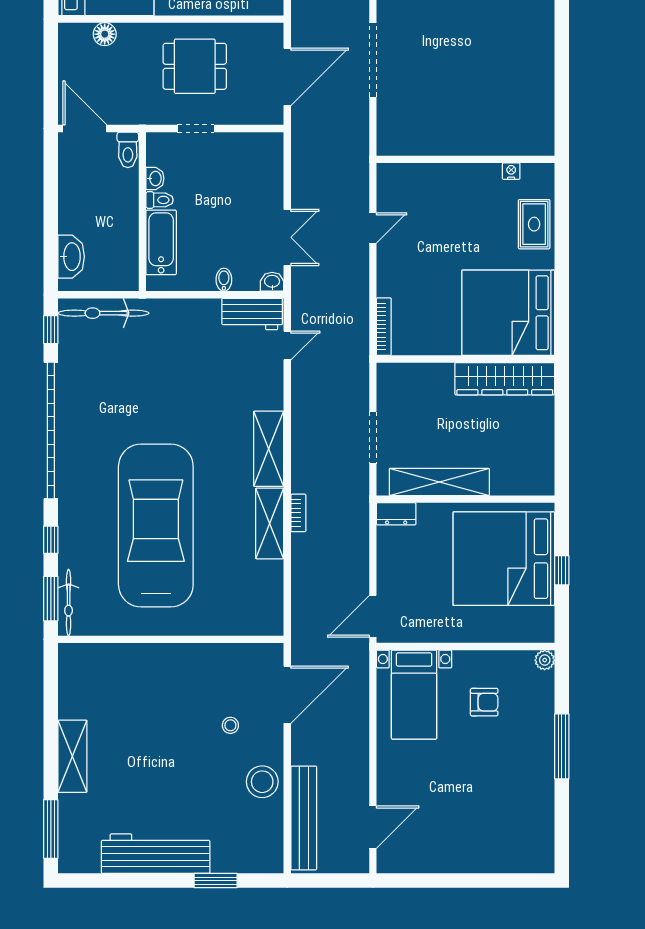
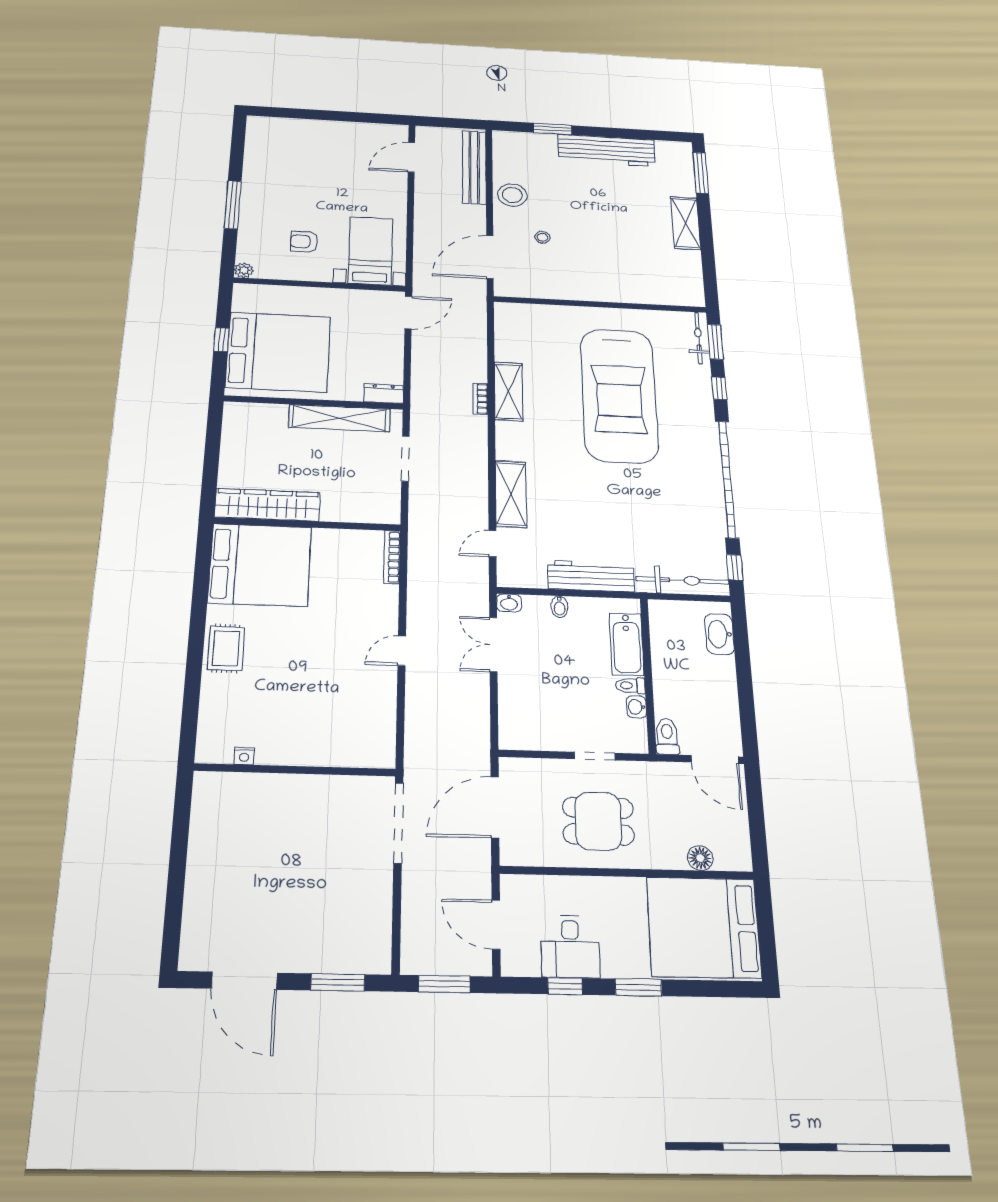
wall: (466, 159) -> (295, 770), moved
nightstand: (511, 171) -> (244, 756), moved
workbench: (252, 314) -> (591, 576), moved, width x1.38
shelving: (269, 449) -> (511, 494), moved

